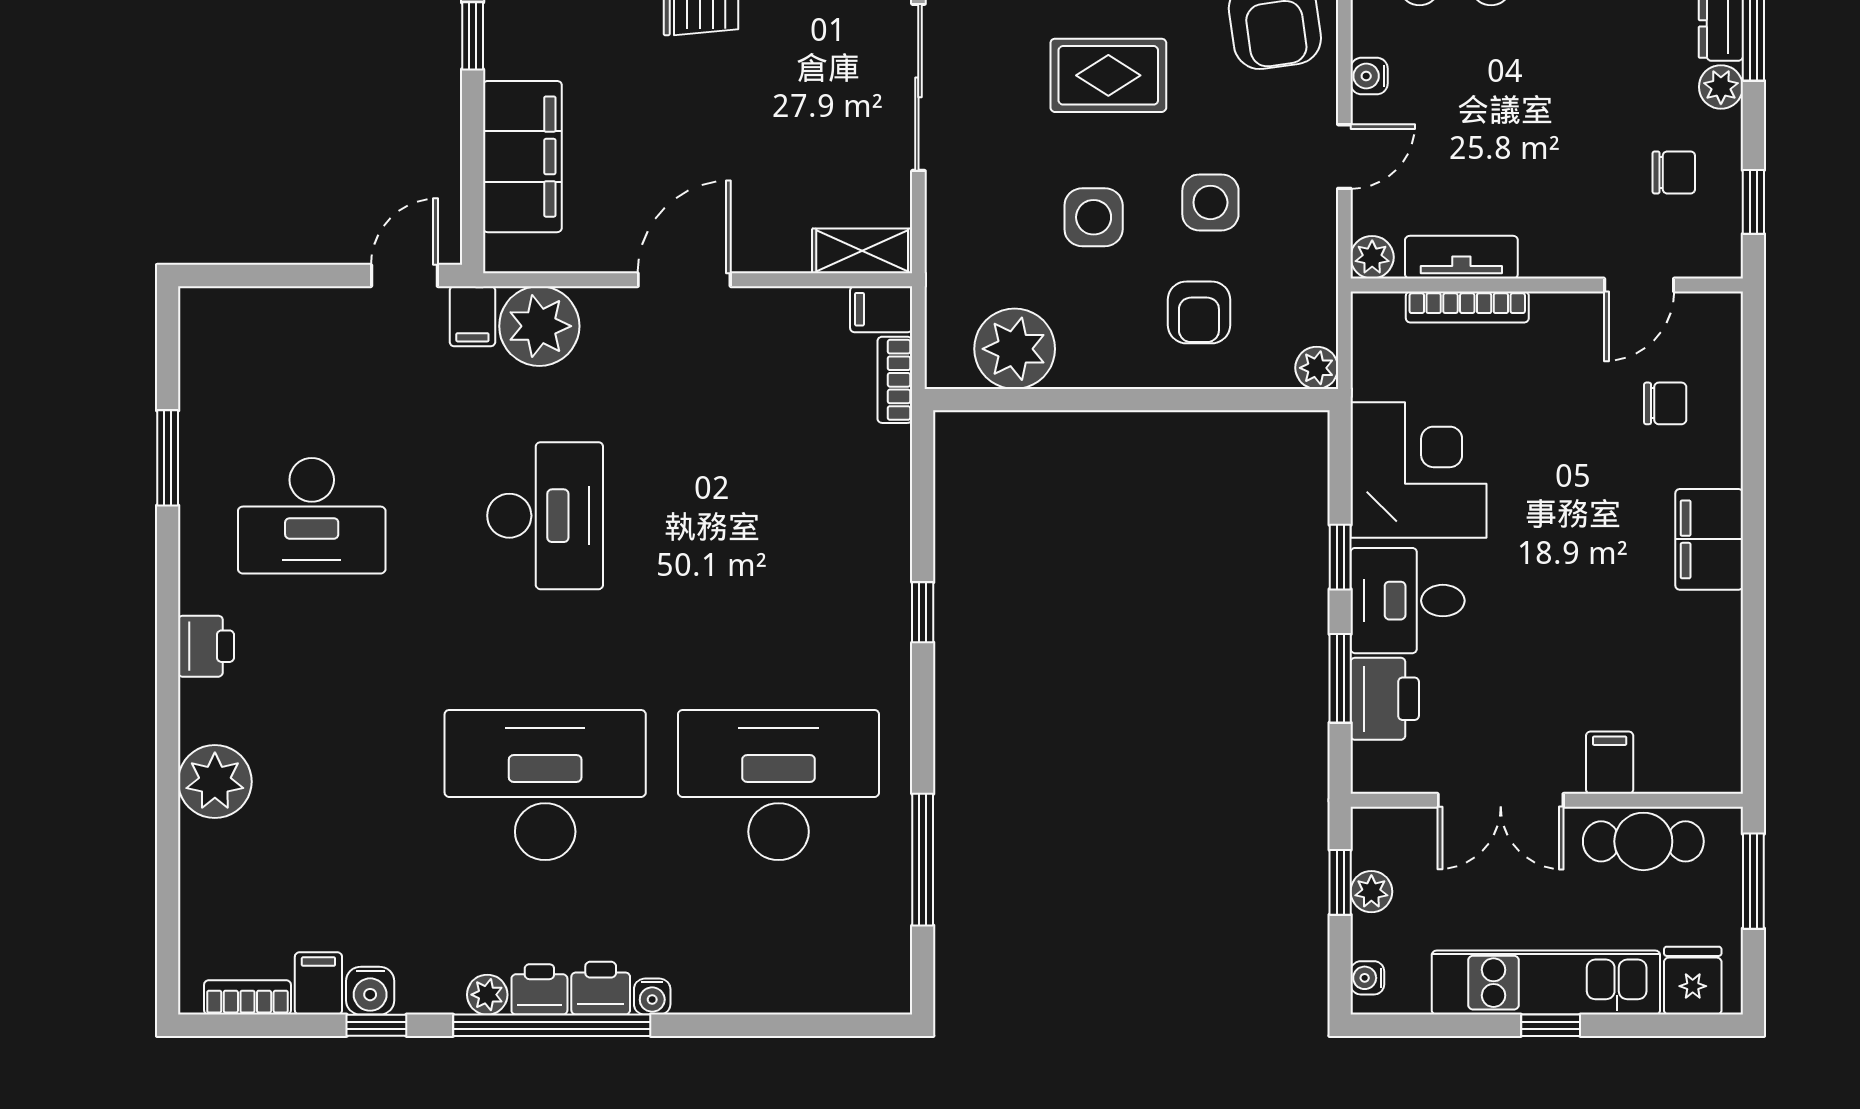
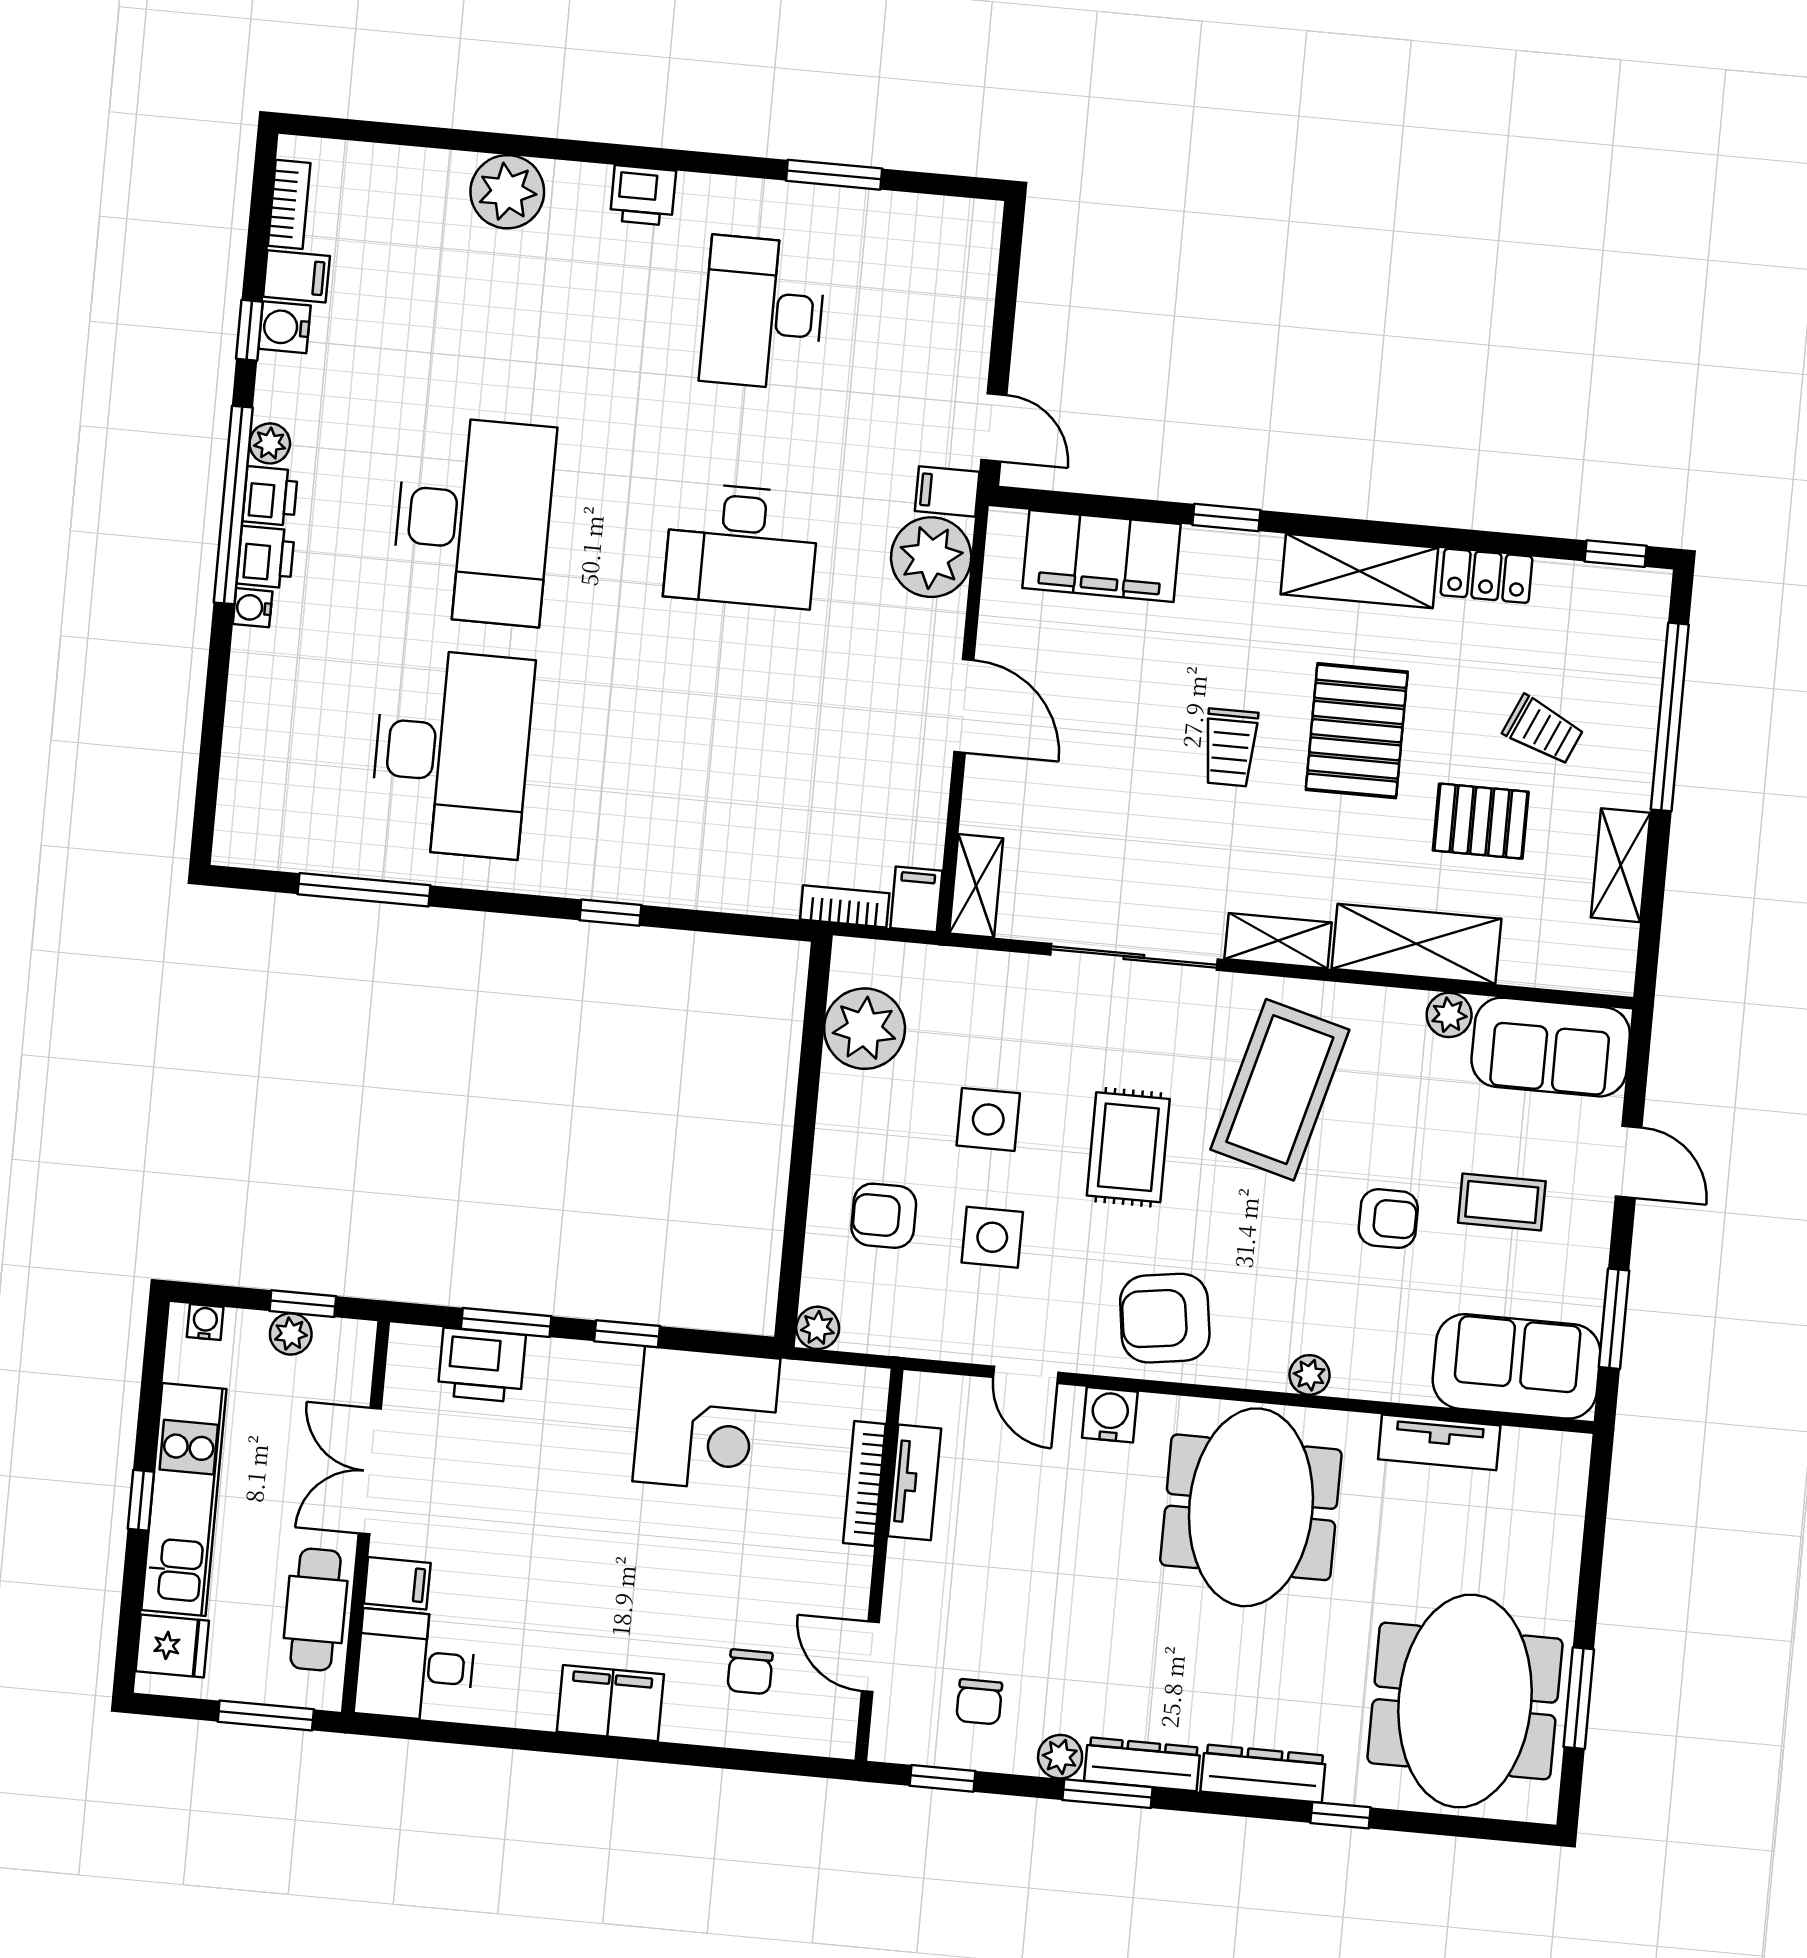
water cooler: (1369, 76) -> (1110, 1415), width x1.38, depth x1.38
plant: (1372, 257) -> (923, 1393), removed
desk: (1408, 601) -> (415, 1666), moved, turned -90

